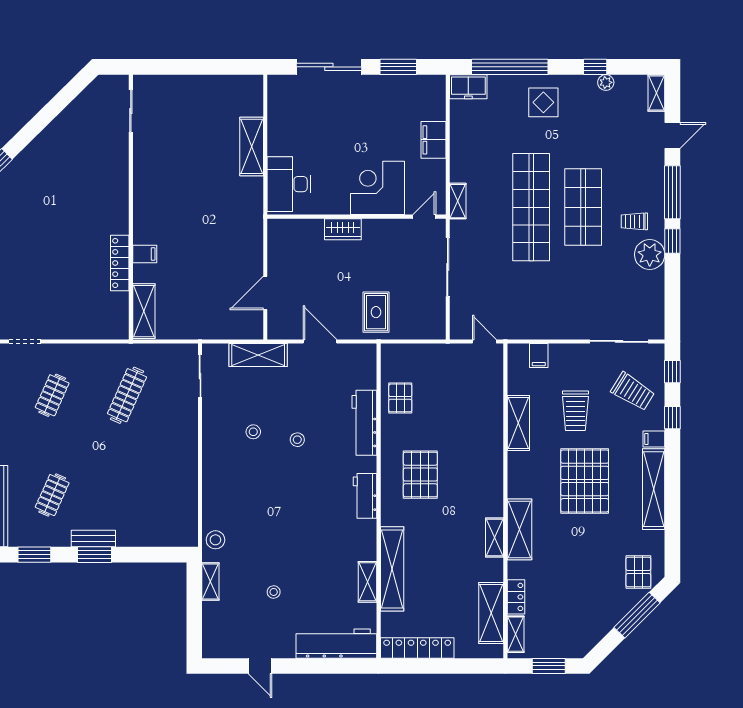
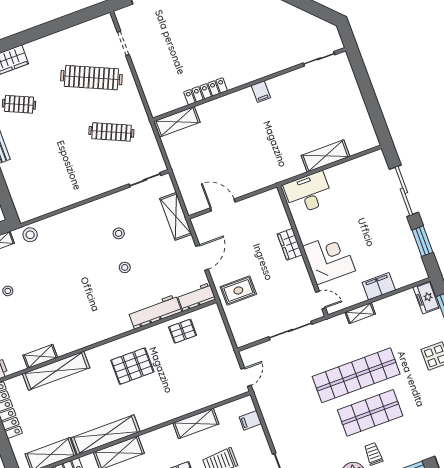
shelving: (458, 201) -> (360, 313), moved
filing cabinet: (145, 254) -> (261, 92), moved
clothes rail: (52, 395) -> (91, 78), width x1.86, depth x1.31
workbench: (365, 496) -> (196, 297), moved
shelving: (495, 537) -> (106, 435), width x2.20, depth x1.33

